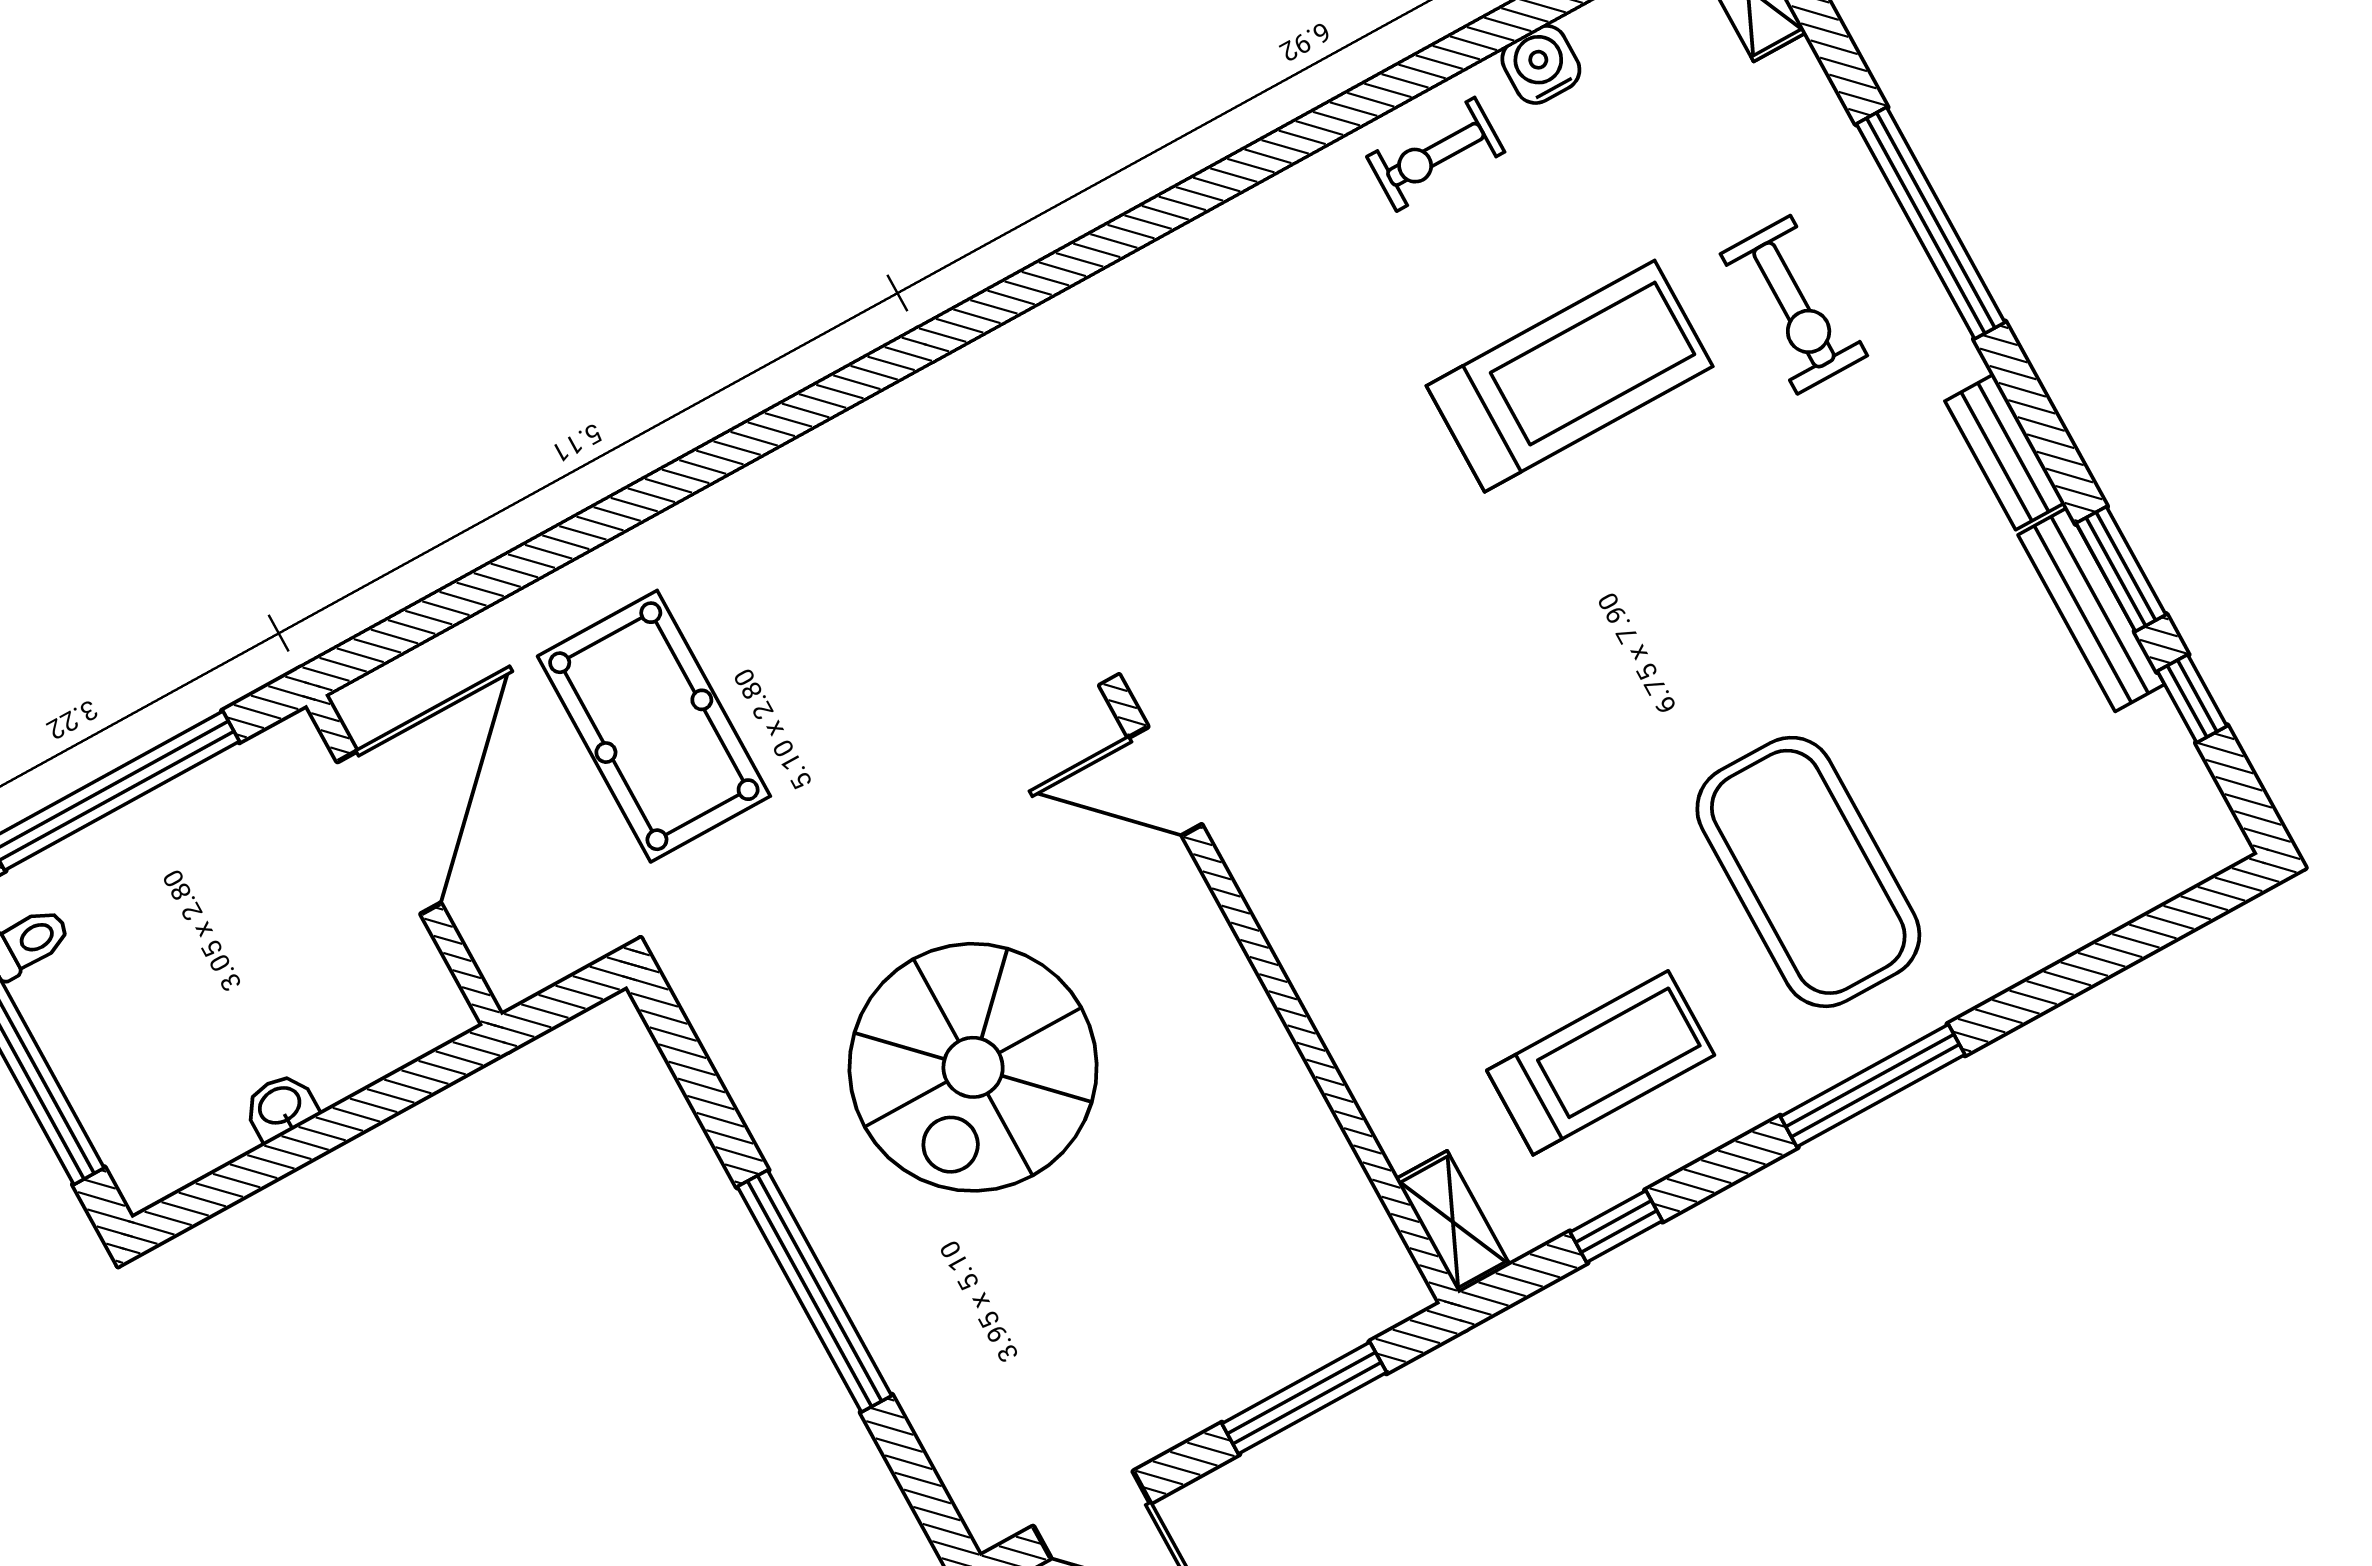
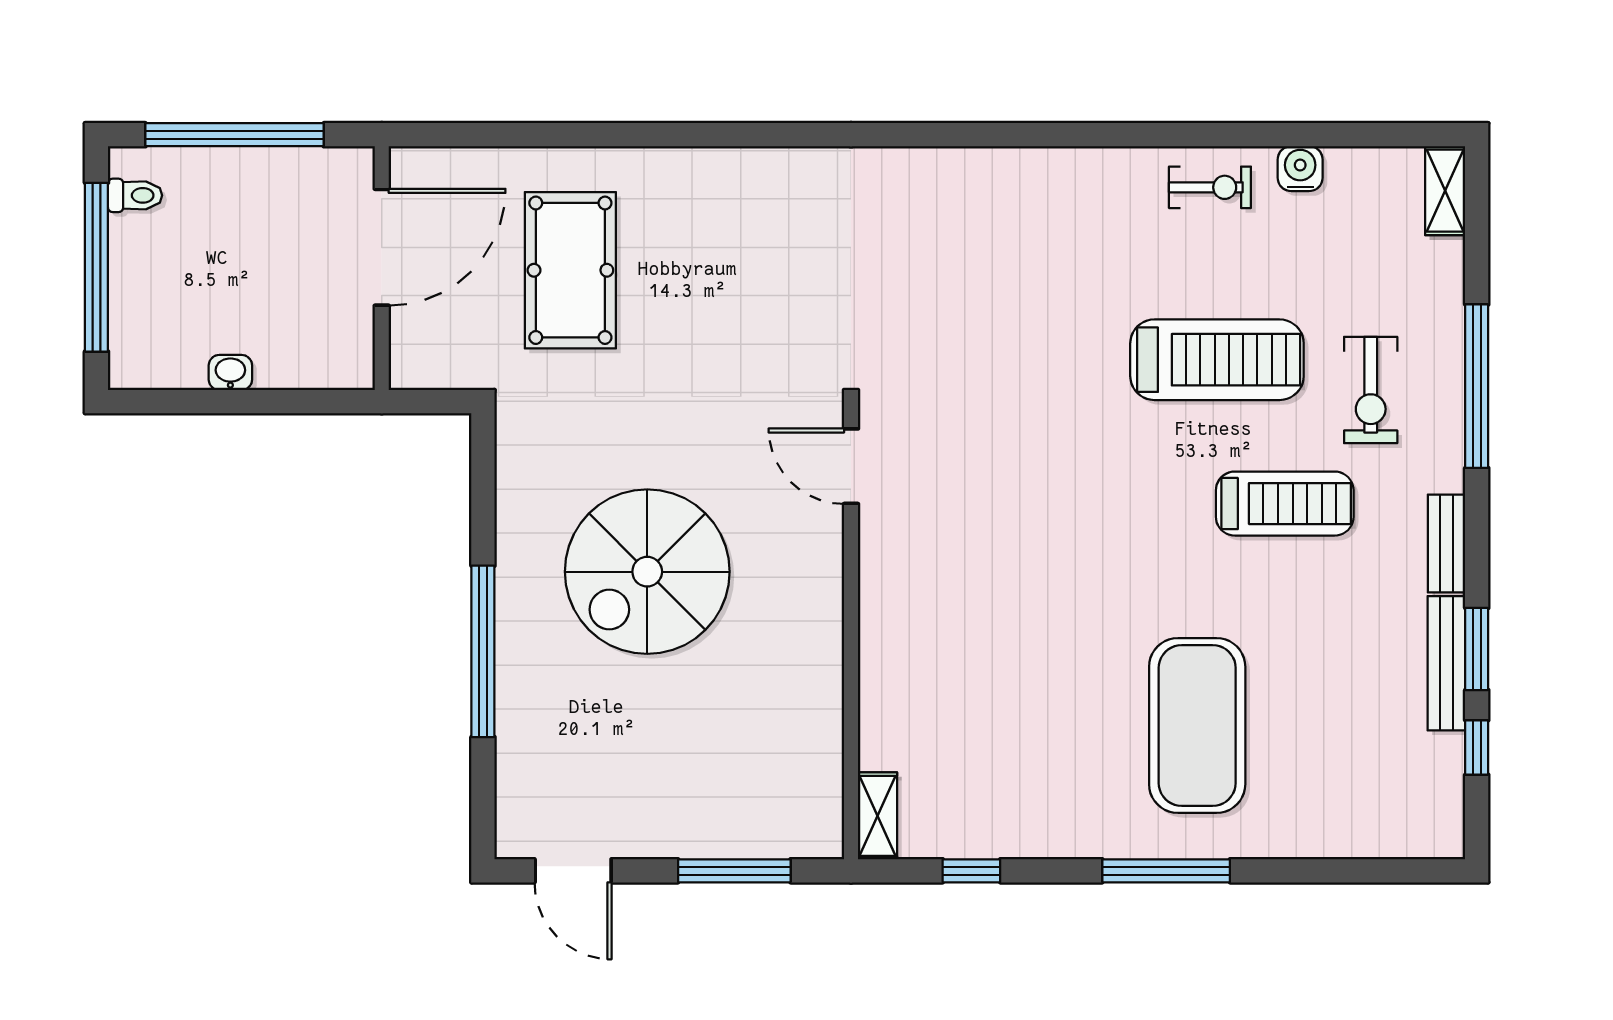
exercise bike: (1436, 154) -> (1210, 187), turned 180
treadmill: (1601, 1063) -> (1285, 504), moved

